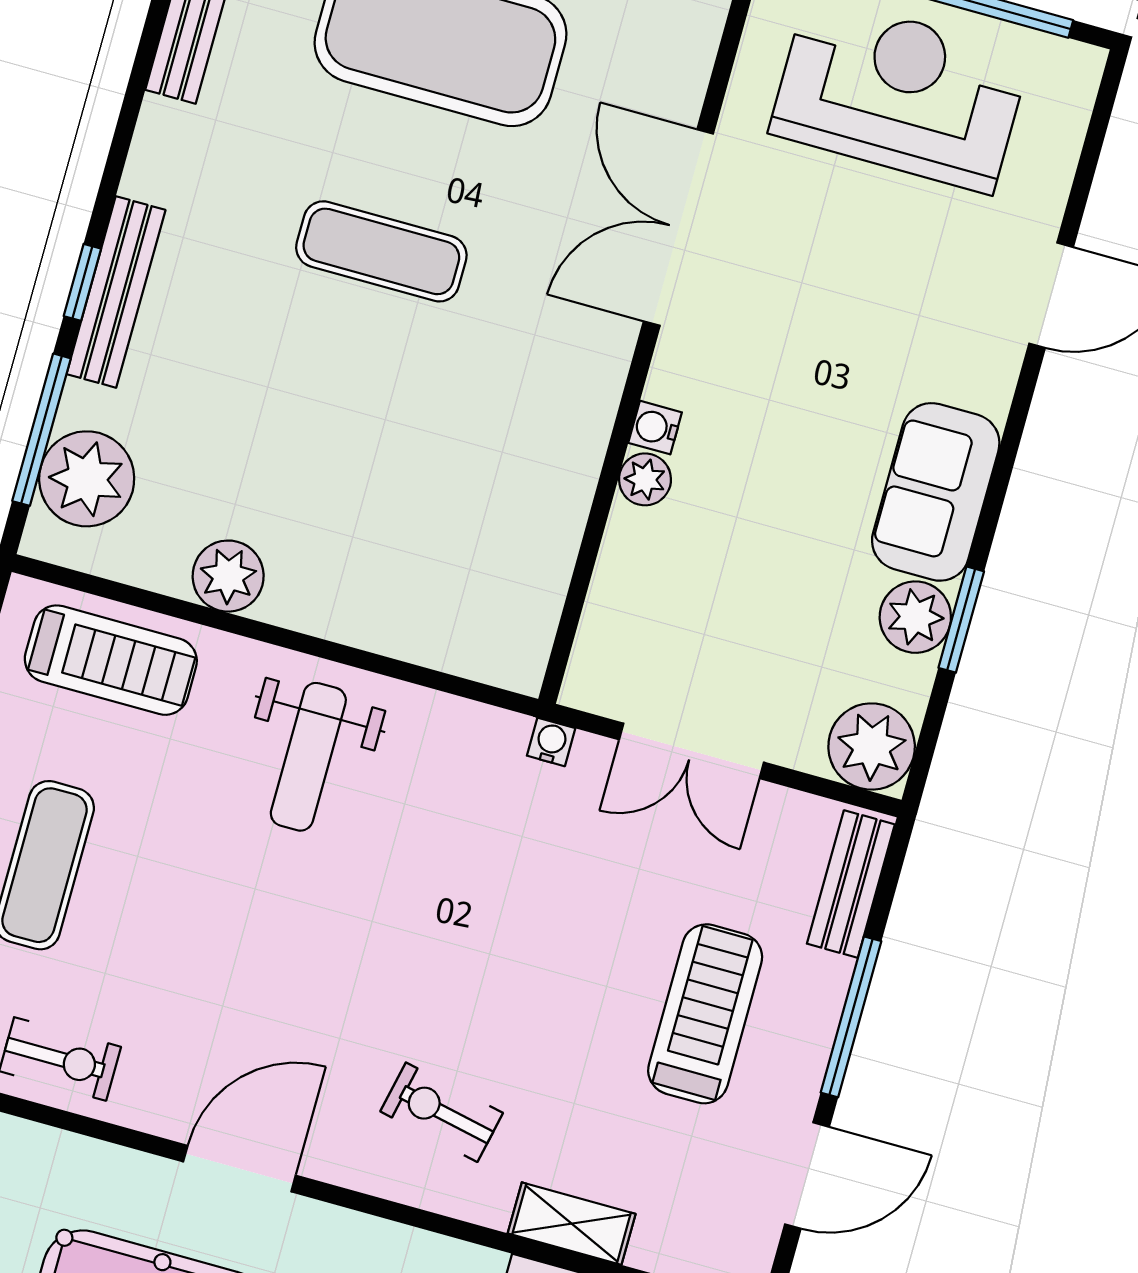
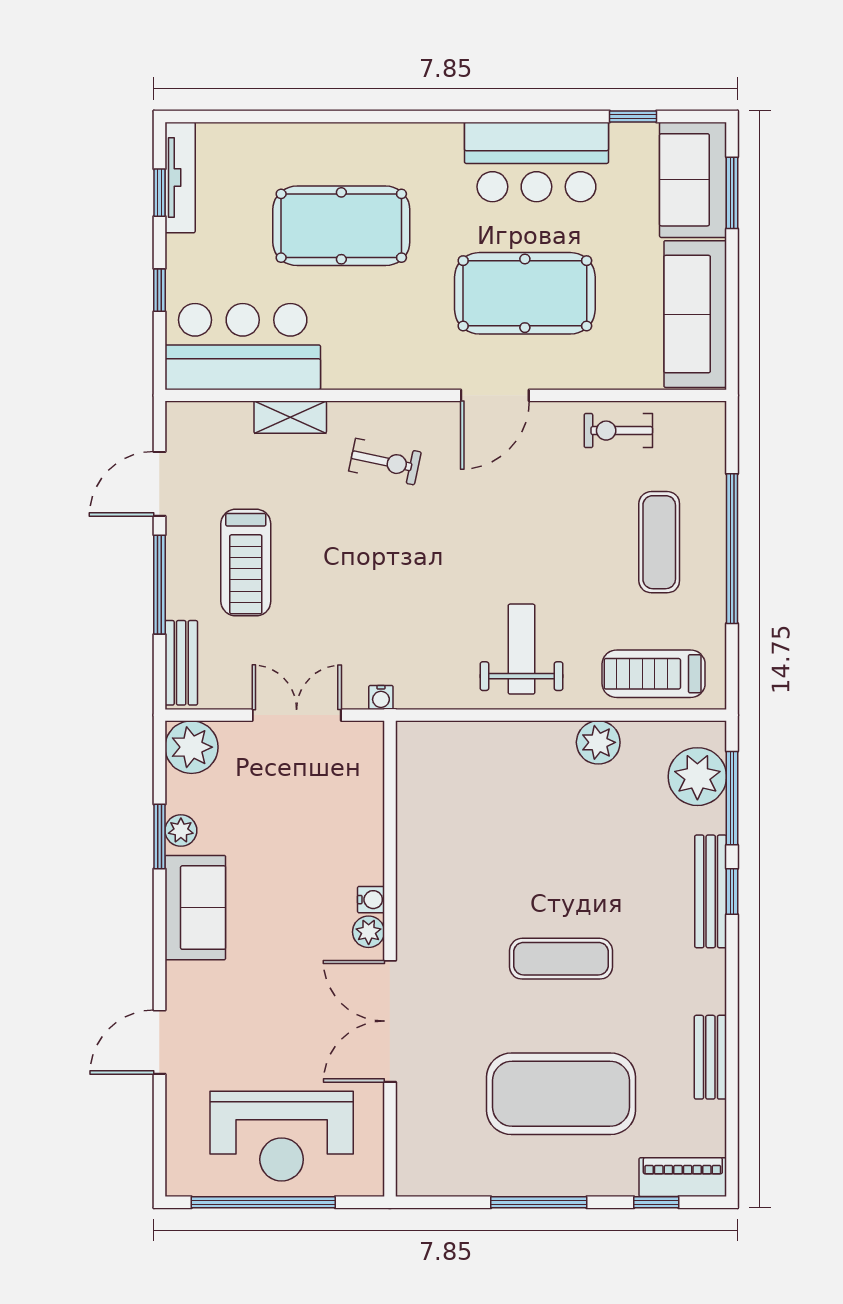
double door: (678, 228) -> (390, 1021), swing flipped
plant: (645, 479) -> (369, 932), moved
plant: (915, 617) -> (181, 830), width x0.73, depth x0.73

